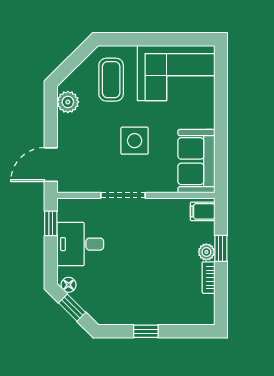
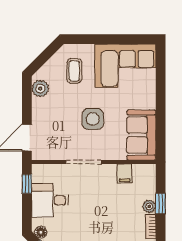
coffee table: (111, 80) -> (74, 71), width x0.73, depth x0.77
filing cabinet: (203, 211) -> (125, 174), moved, turned -90

